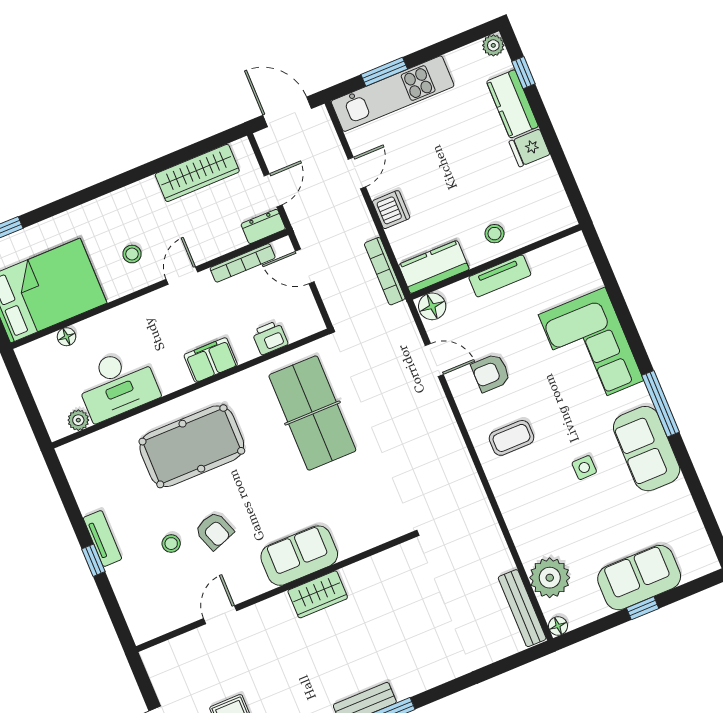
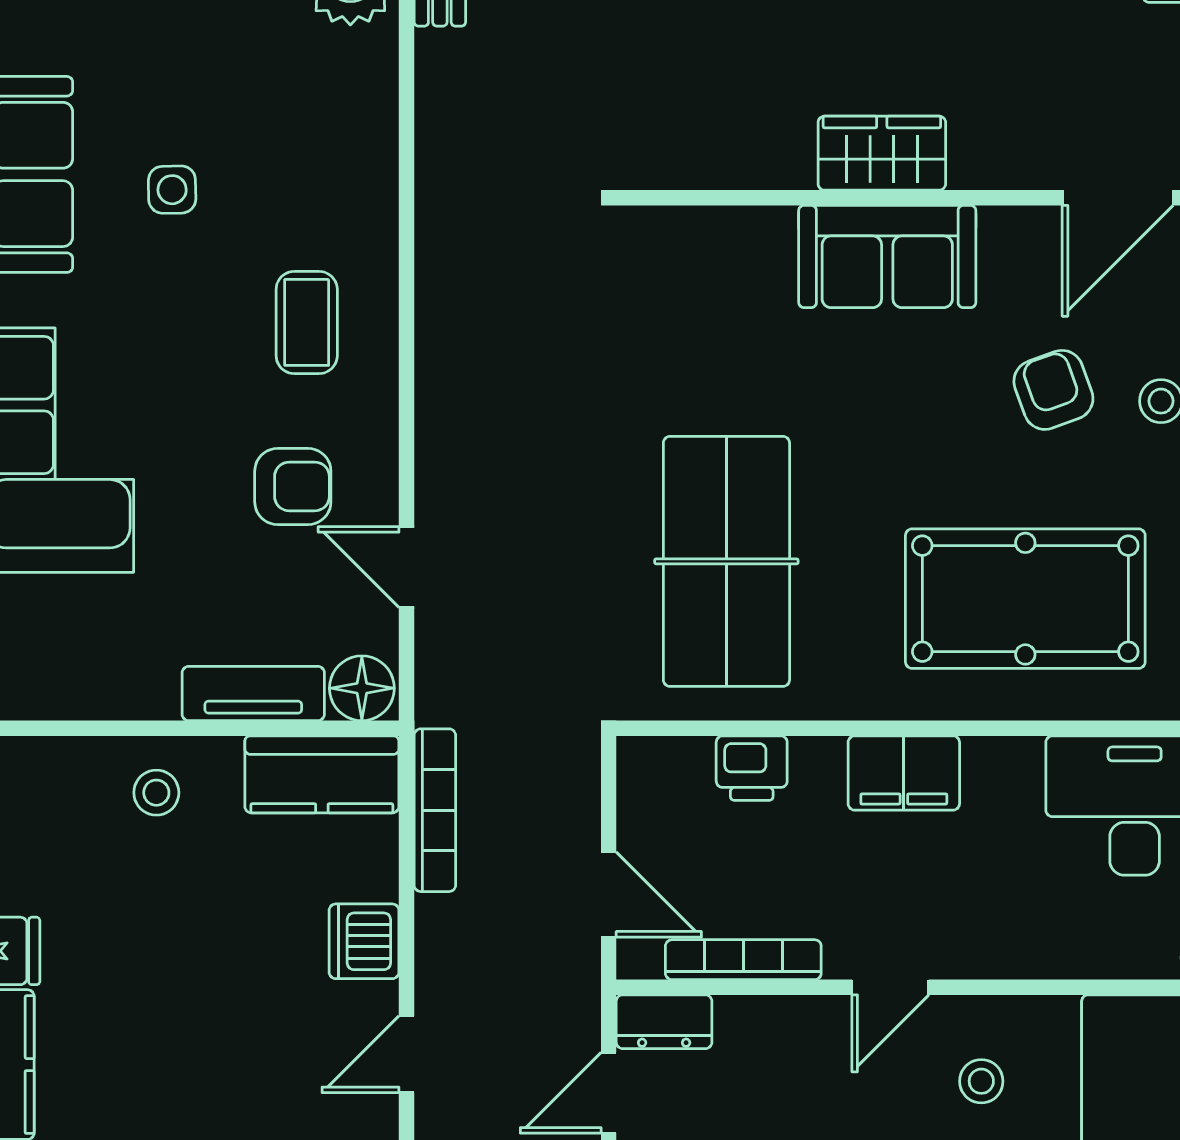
tv unit: (500, 276) -> (253, 694), moved
coffee table: (511, 438) -> (307, 322), turned 90
door: (220, 615) -> (1118, 198), width x1.38

